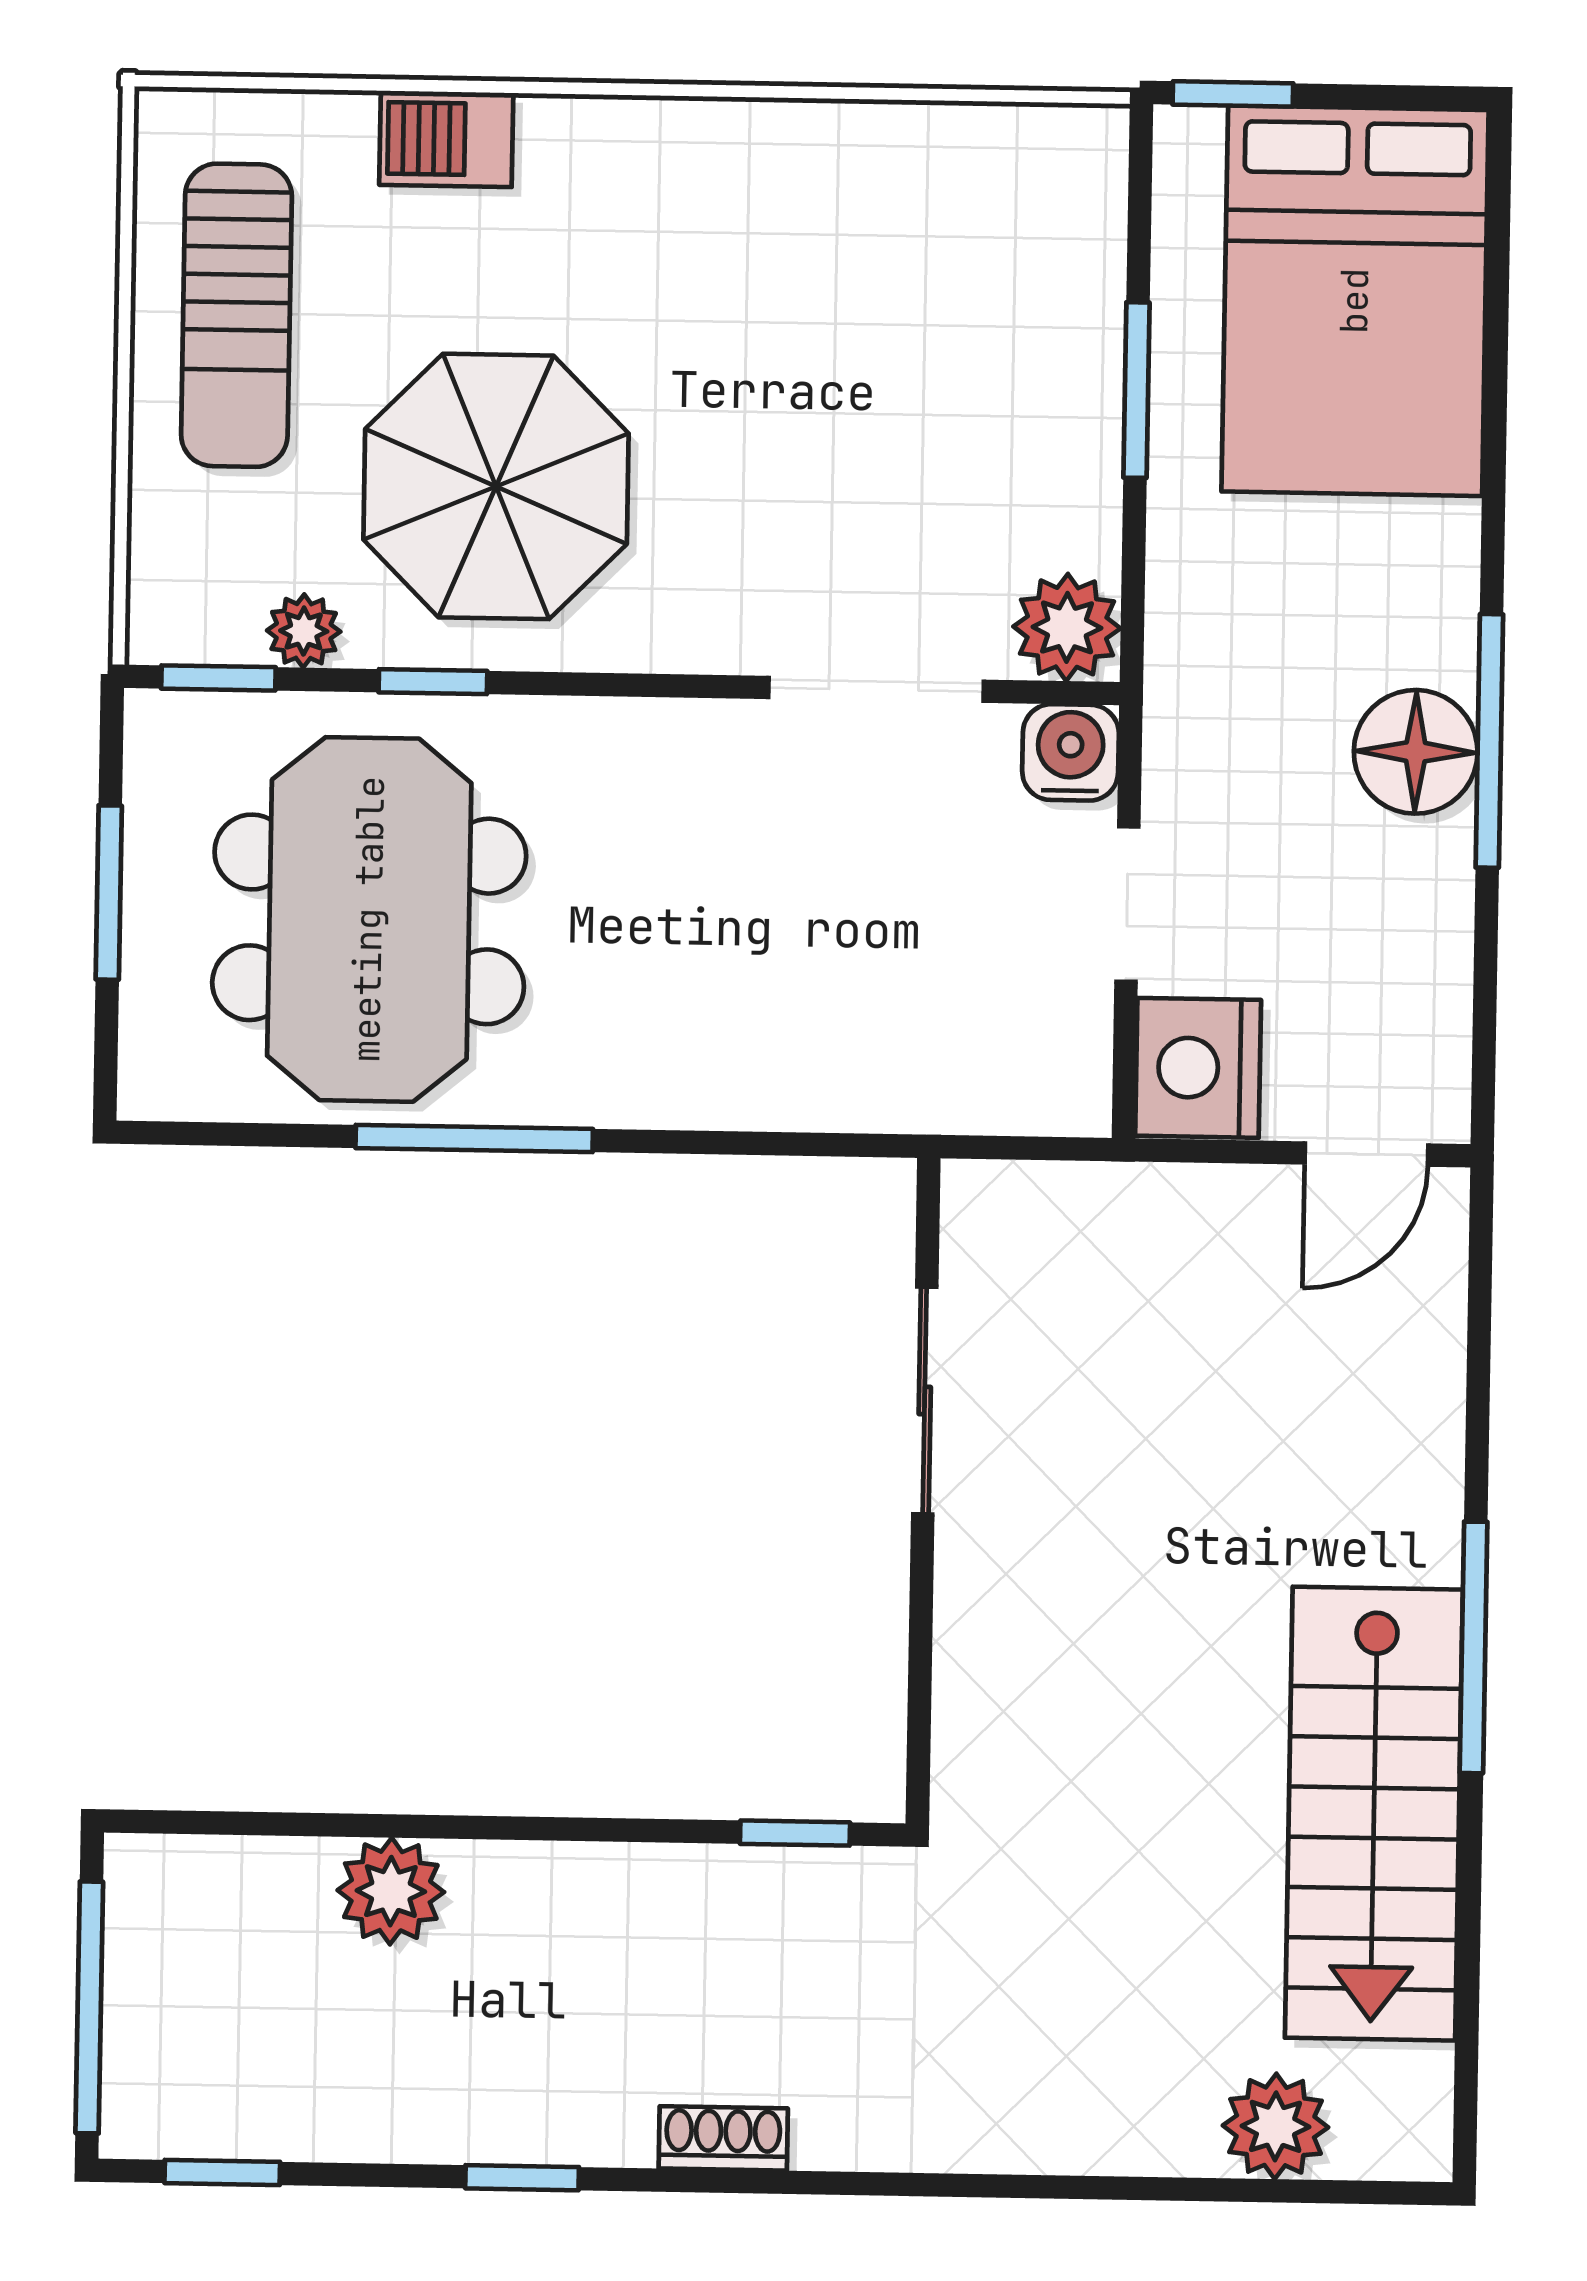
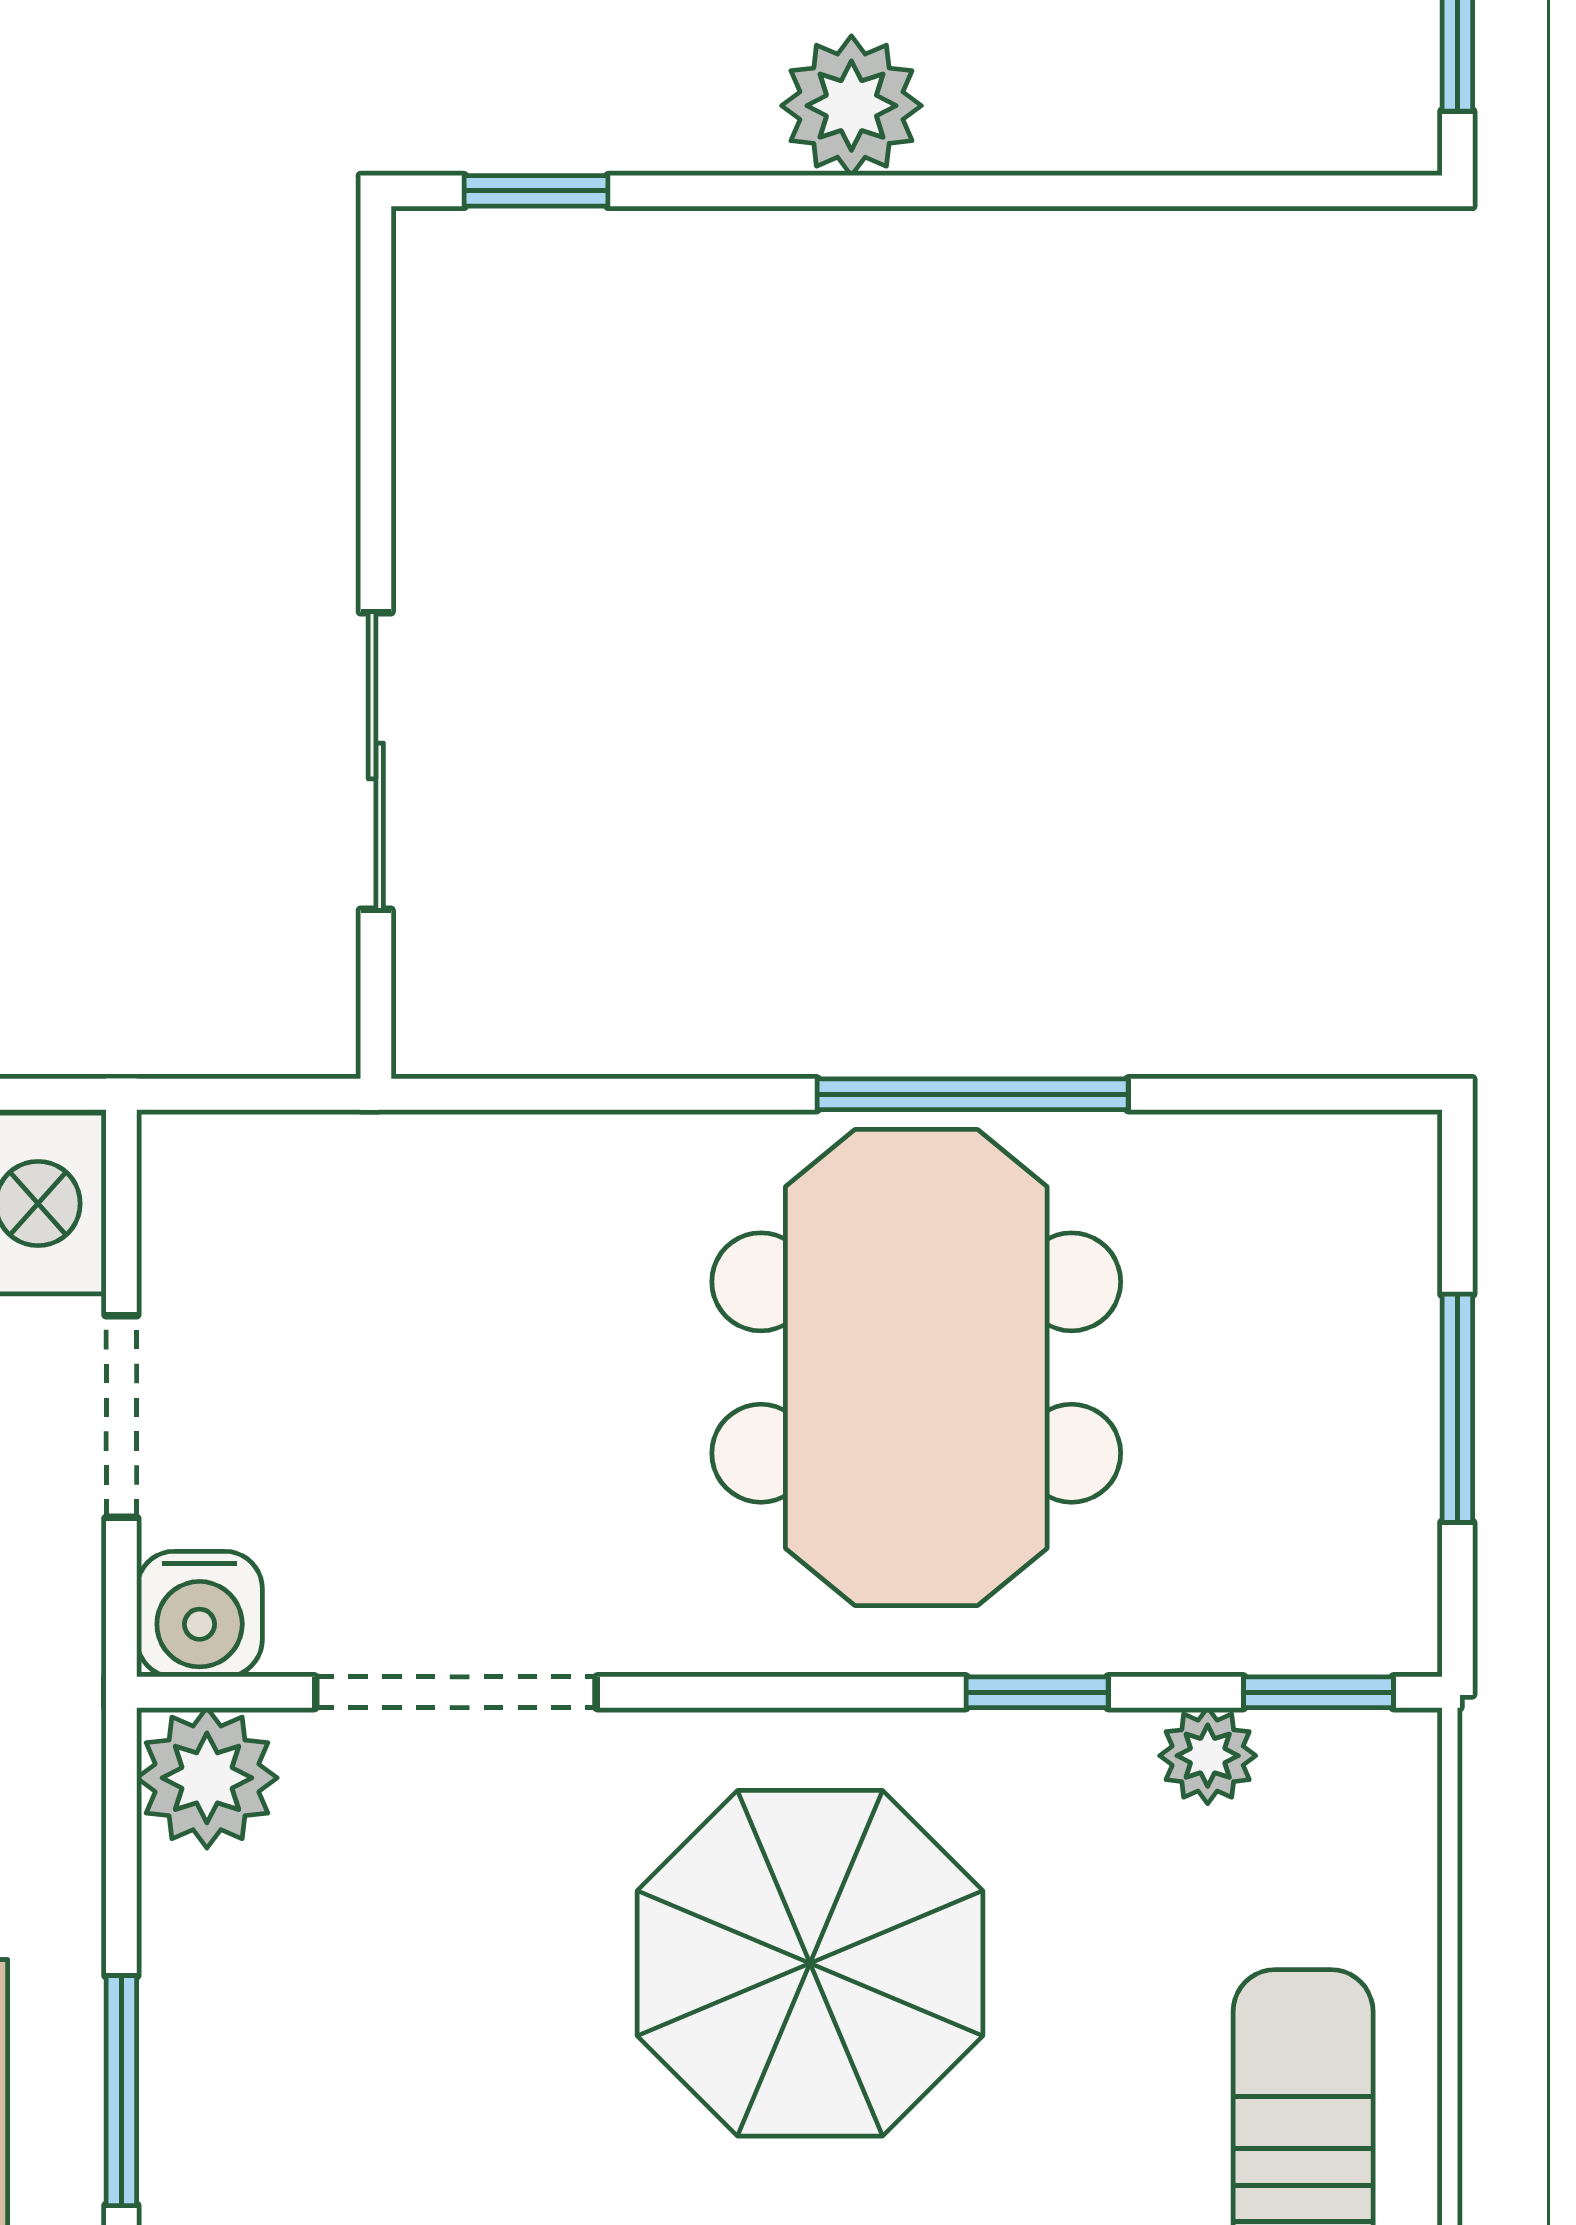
parasol: (496, 486) -> (810, 1963), moved
meeting table: (369, 919) -> (916, 1368), moved
plant: (391, 1891) -> (851, 106), moved

